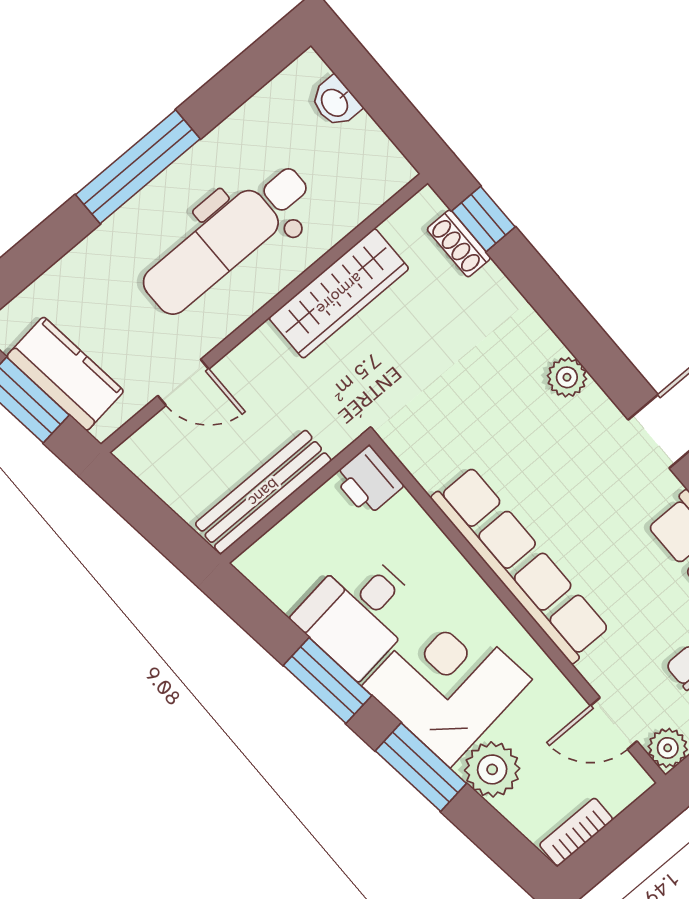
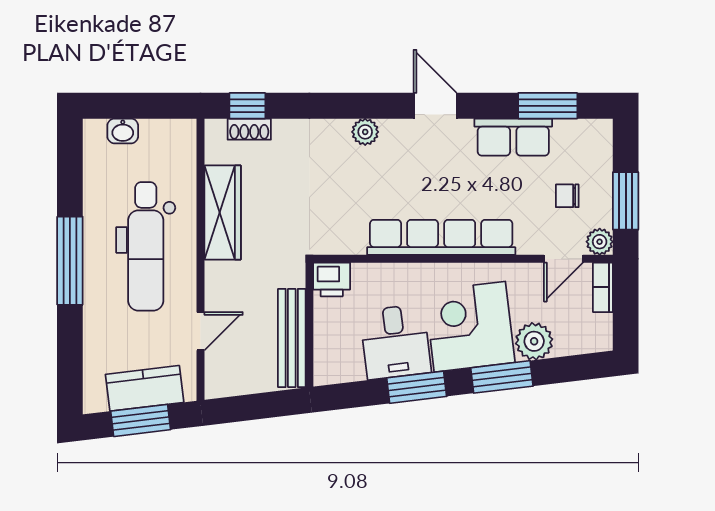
bookcase: (576, 832) -> (603, 287), moved

